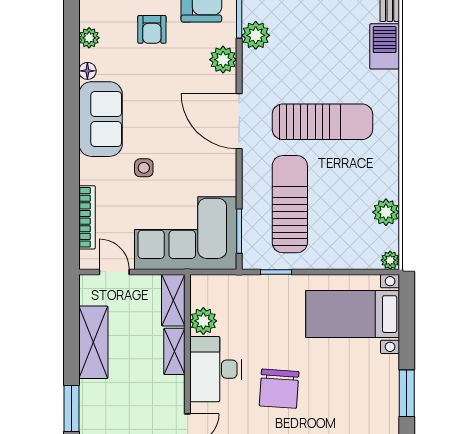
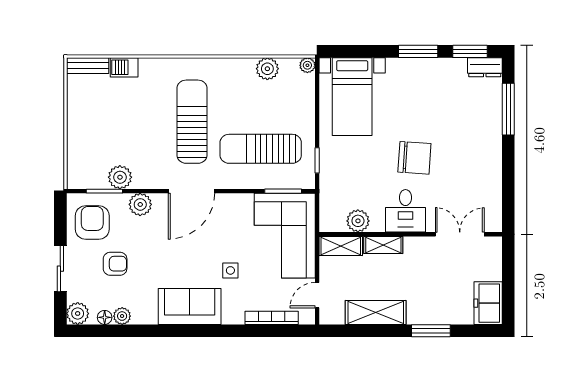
barbecue: (385, 46) -> (124, 67), width x0.73, depth x0.79
floor lamp: (87, 71) -> (105, 317), moved
desk: (215, 369) -> (405, 211), width x0.73

